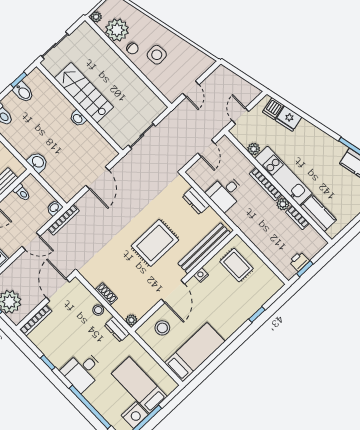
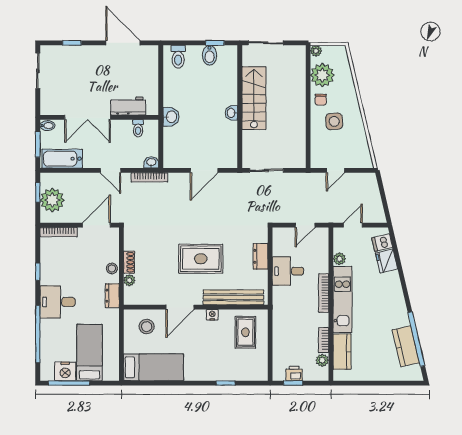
plant: (283, 204) -> (322, 360), moved
plant: (131, 320) -> (129, 280), moved

